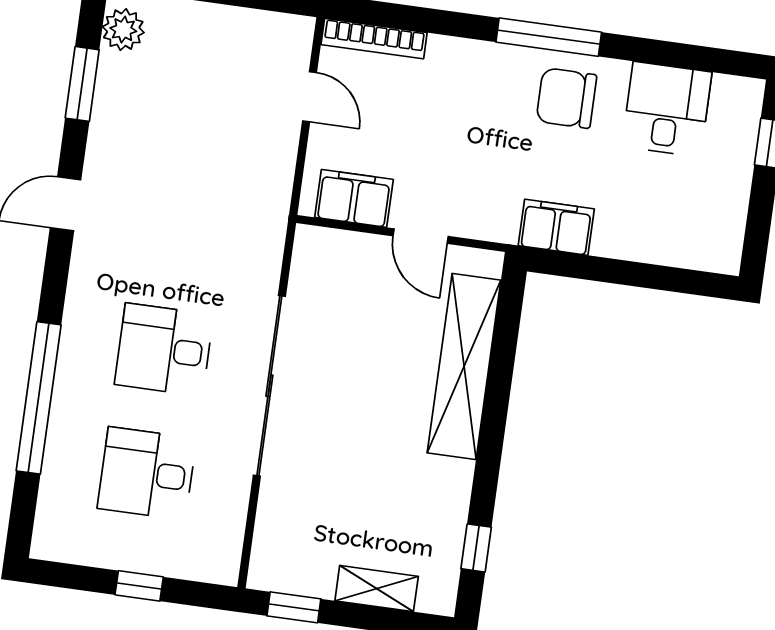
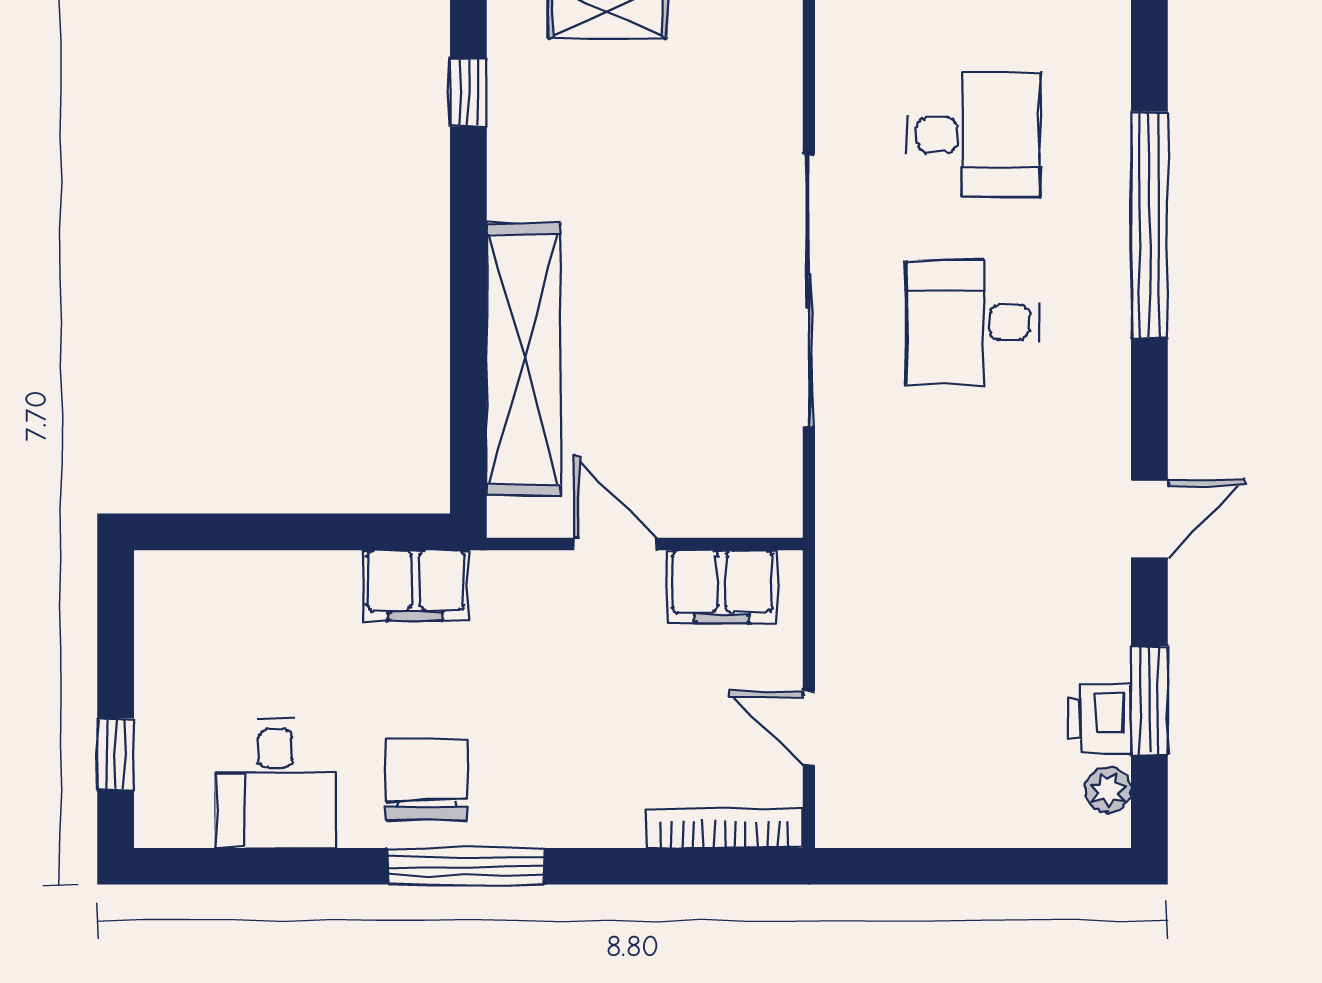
plant: (123, 30) -> (1108, 790), width x0.73, depth x0.73
printer: (117, 76) -> (1100, 719), added
chair: (566, 98) -> (427, 779), turned -90
desk: (164, 350) -> (973, 322), turned 180

